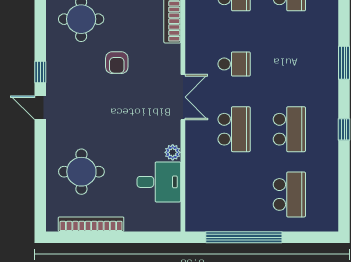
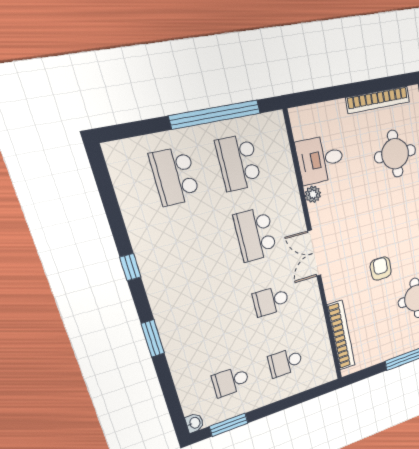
school desk: (289, 129) -> (238, 163), moved

